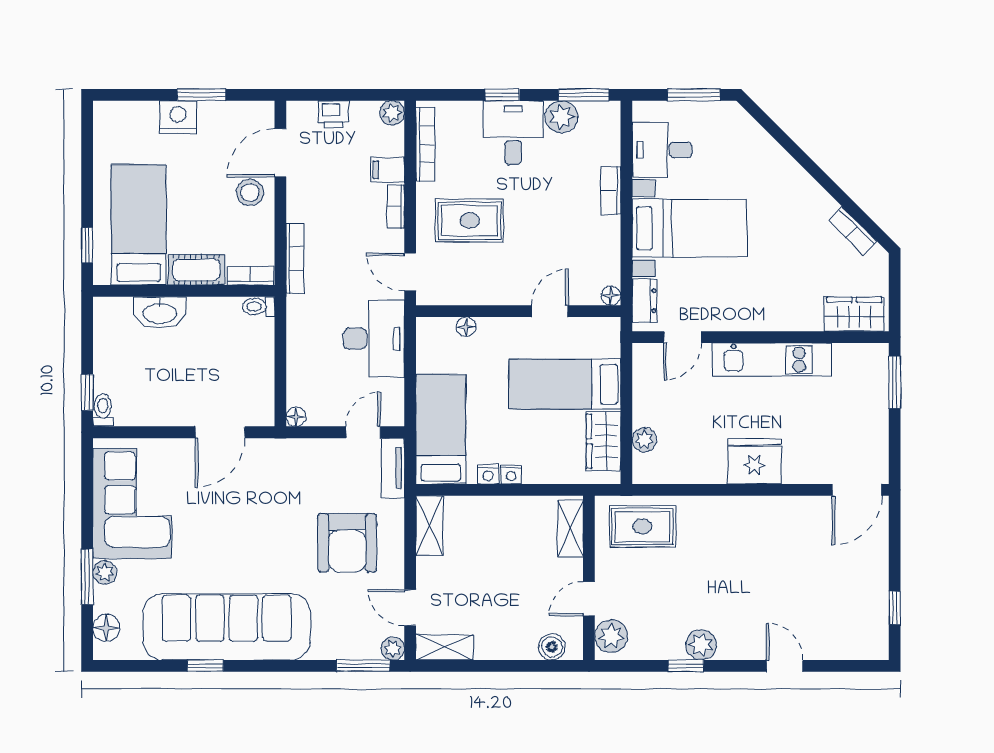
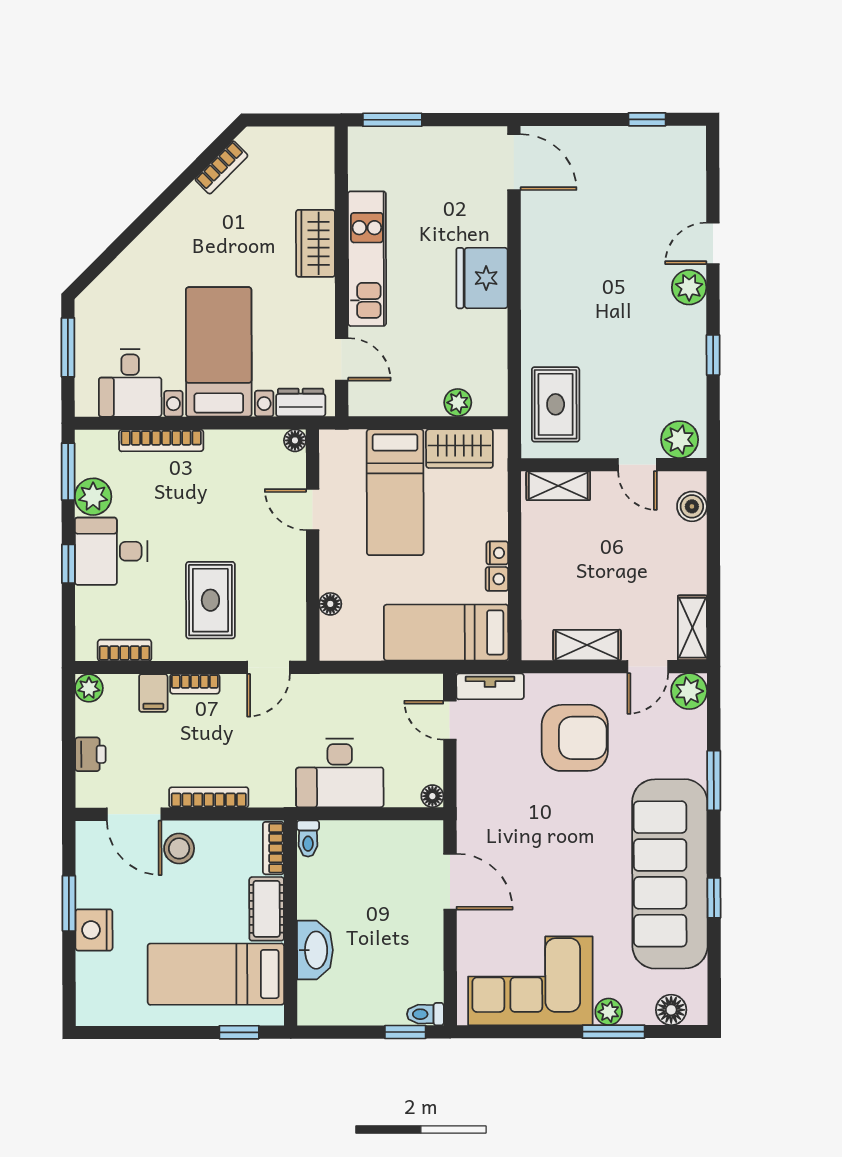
bookcase: (425, 144) -> (125, 650), width x0.64
bookcase: (611, 191) -> (161, 440), width x1.56
bookcase: (295, 259) -> (209, 797), moved
wardrobe: (854, 314) -> (315, 243), moved
desk: (374, 339) -> (340, 773), moved, turned 180
shelving: (429, 526) -> (587, 645), moved
plant: (701, 645) -> (689, 287), moved
plant: (393, 648) -> (689, 691), width x1.38, depth x1.38
window: (363, 666) -> (714, 781), moved

